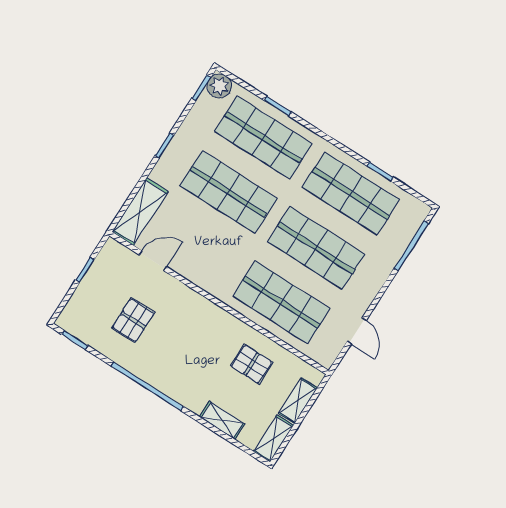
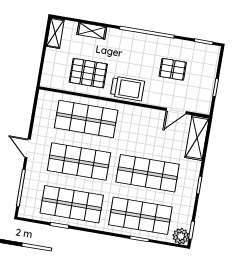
pallet: (133, 320) -> (173, 69), turned 90
trolley: (207, 320) -> (127, 88), added
door: (357, 331) -> (28, 148), moved
pallet: (252, 364) -> (88, 73), width x1.50, depth x1.42
shelving: (298, 401) -> (50, 63), removed

